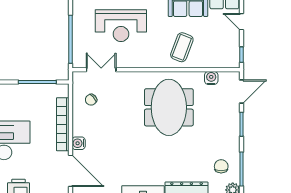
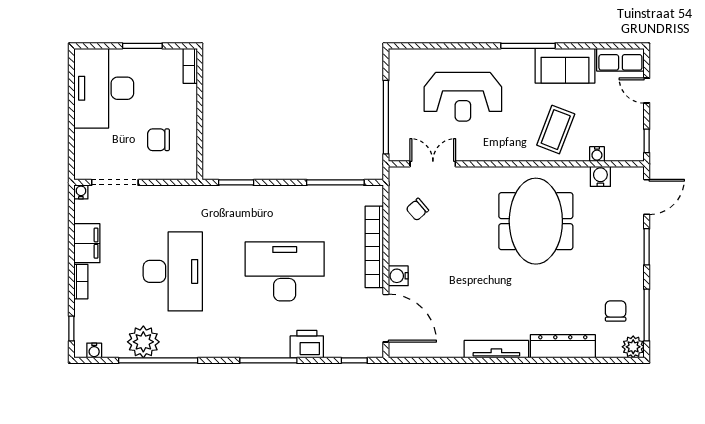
water cooler: (209, 63) -> (597, 154), added

